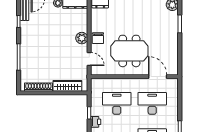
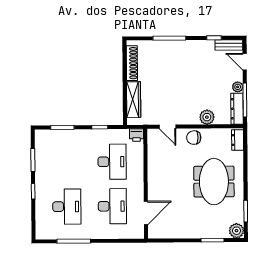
plant: (82, 38) -> (207, 117), moved
meeting table: (129, 51) -> (214, 182), moved
door: (89, 59) -> (167, 127), hinge flipped
printer: (96, 122) -> (137, 135), moved

